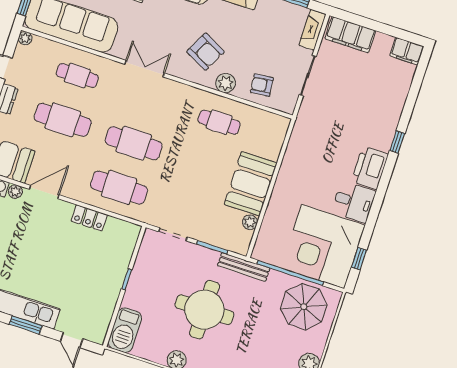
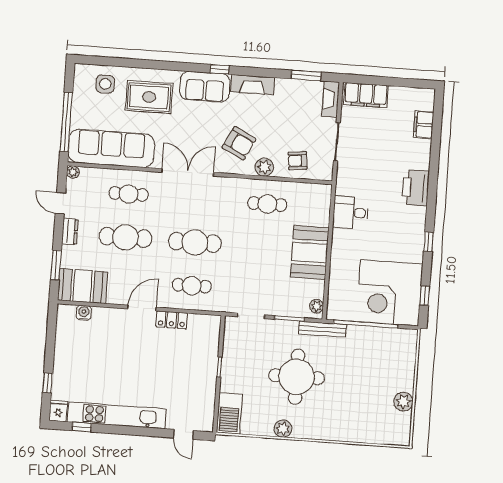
filing cabinet: (407, 51) -> (424, 125), moved, turned 90
double door: (145, 69) -> (188, 172), width x1.37
window: (397, 142) -> (429, 242), moved
printer: (370, 168) -> (416, 188), moved
cafe table: (119, 188) -> (192, 286), width x0.73, depth x0.74
plant: (15, 192) -> (99, 313), removed
door: (44, 192) -> (142, 308), moved
desk: (354, 202) -> (351, 213), moved, turned 180
plant: (250, 222) -> (317, 306), moved
parasol: (304, 307) -> (386, 352), removed
window: (26, 325) -> (138, 431), removed

